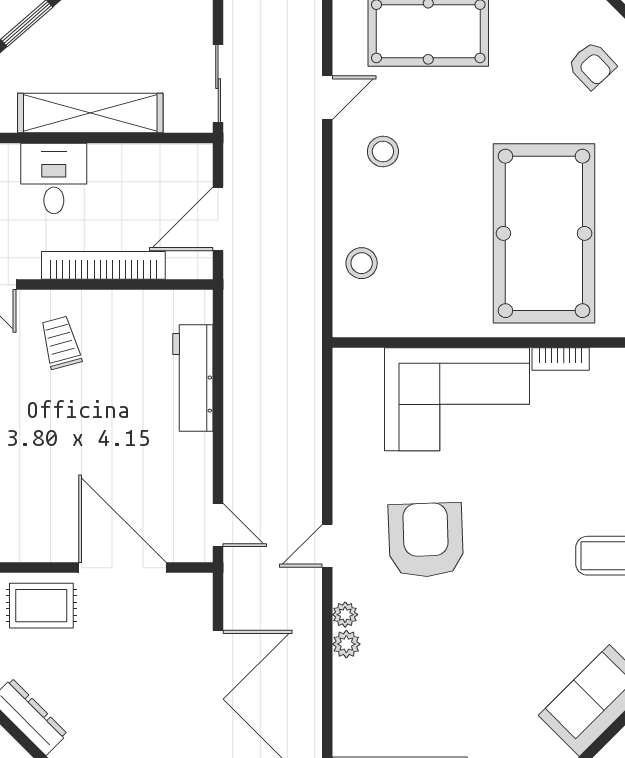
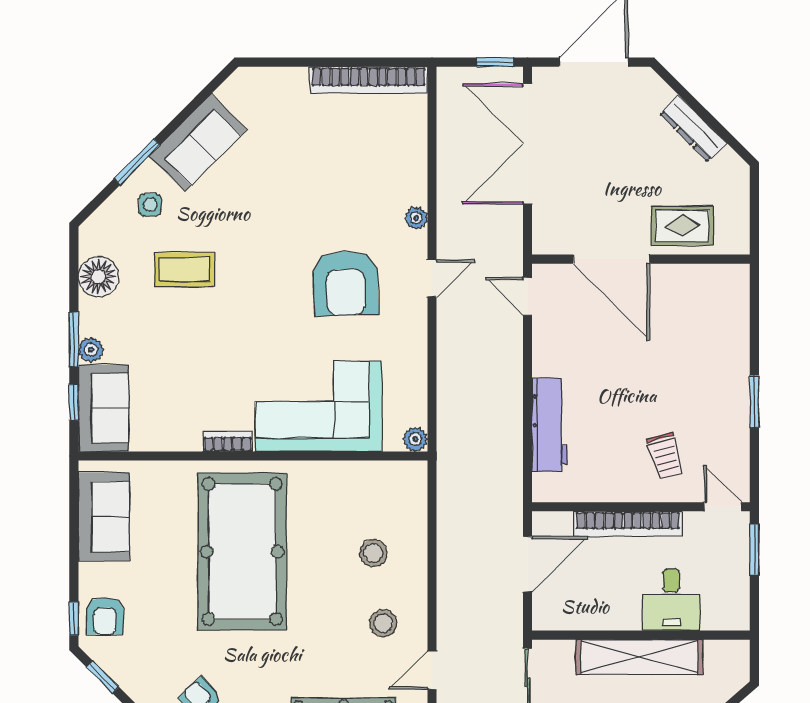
stool: (362, 263) -> (373, 553), moved
plant: (346, 644) -> (415, 439), moved

